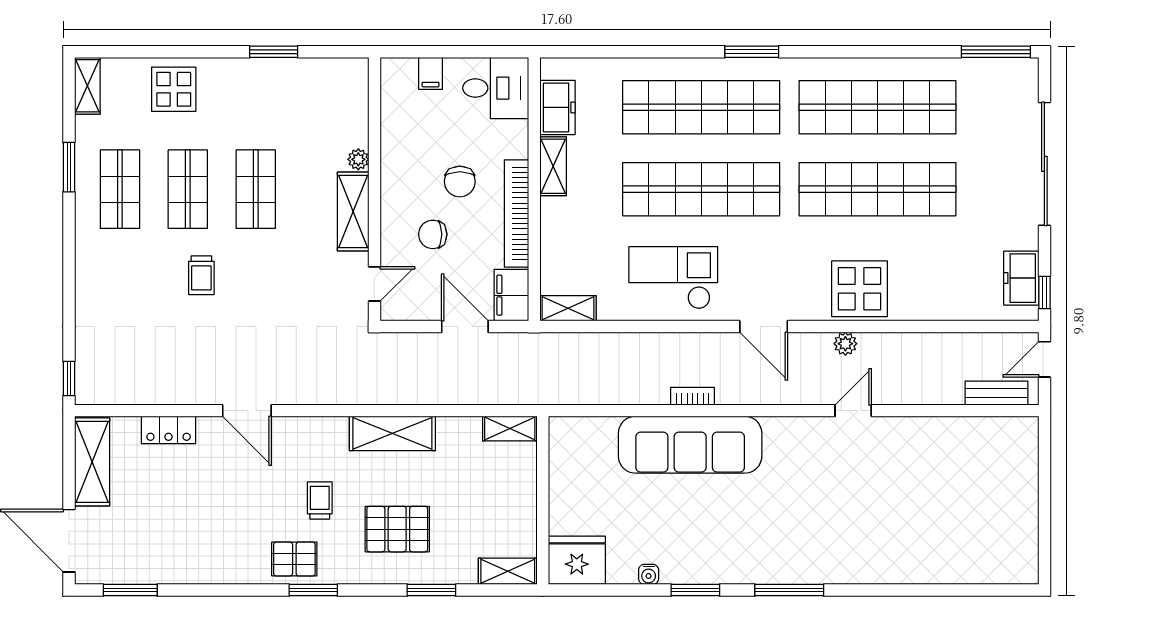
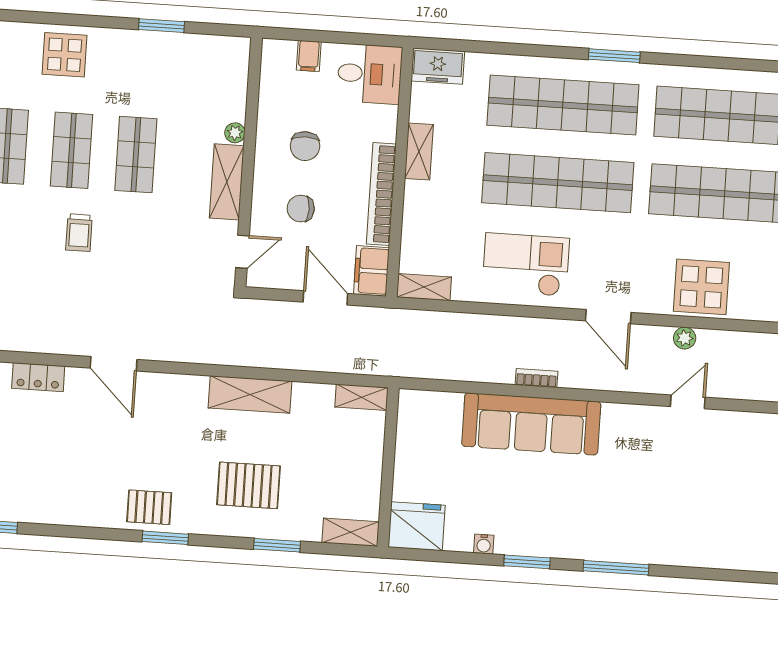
freezer: (557, 107) -> (438, 66), moved, turned 90
chair: (460, 182) -> (305, 146), moved
trolley: (320, 500) -> (177, 453), removed

